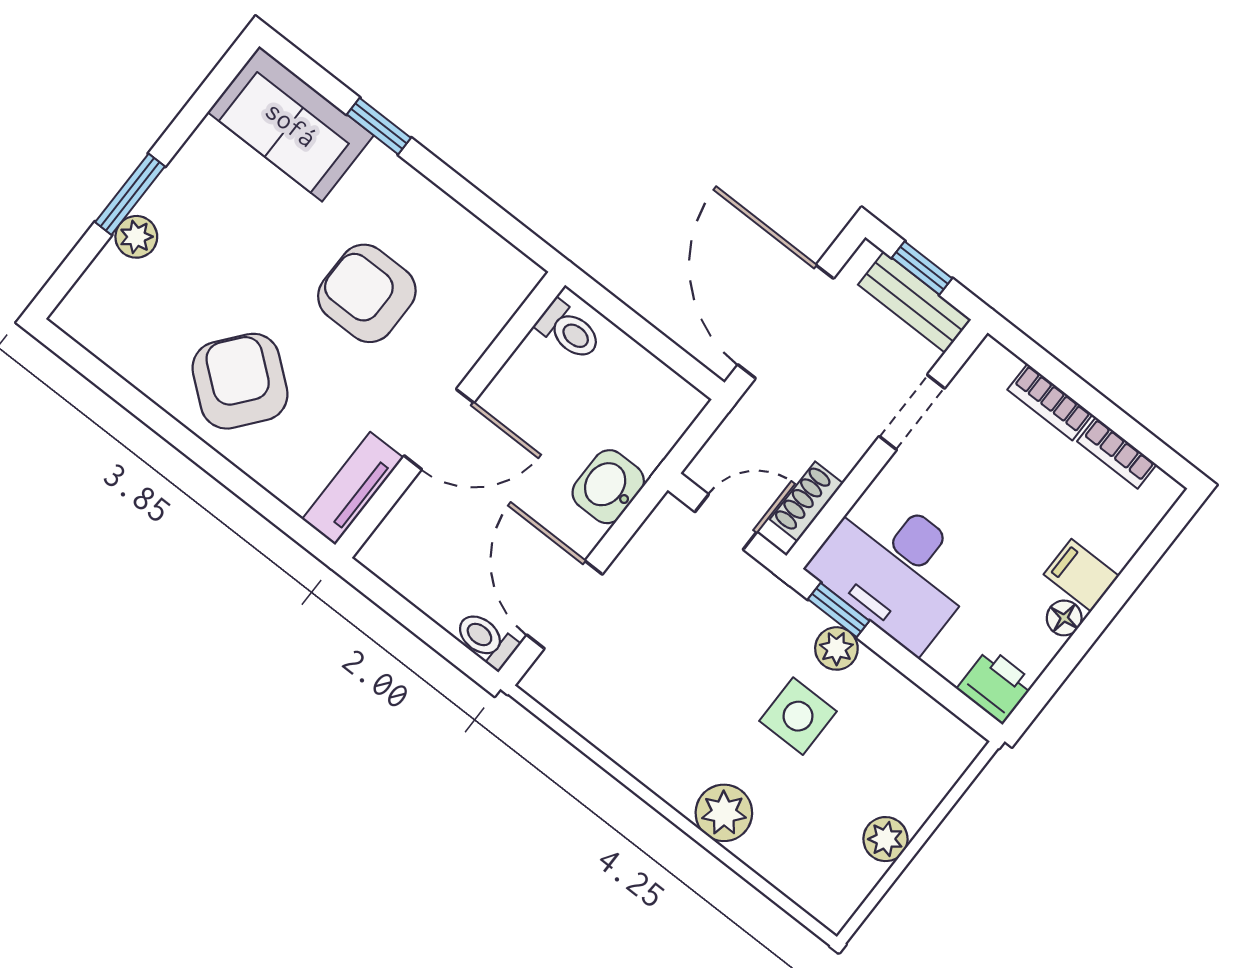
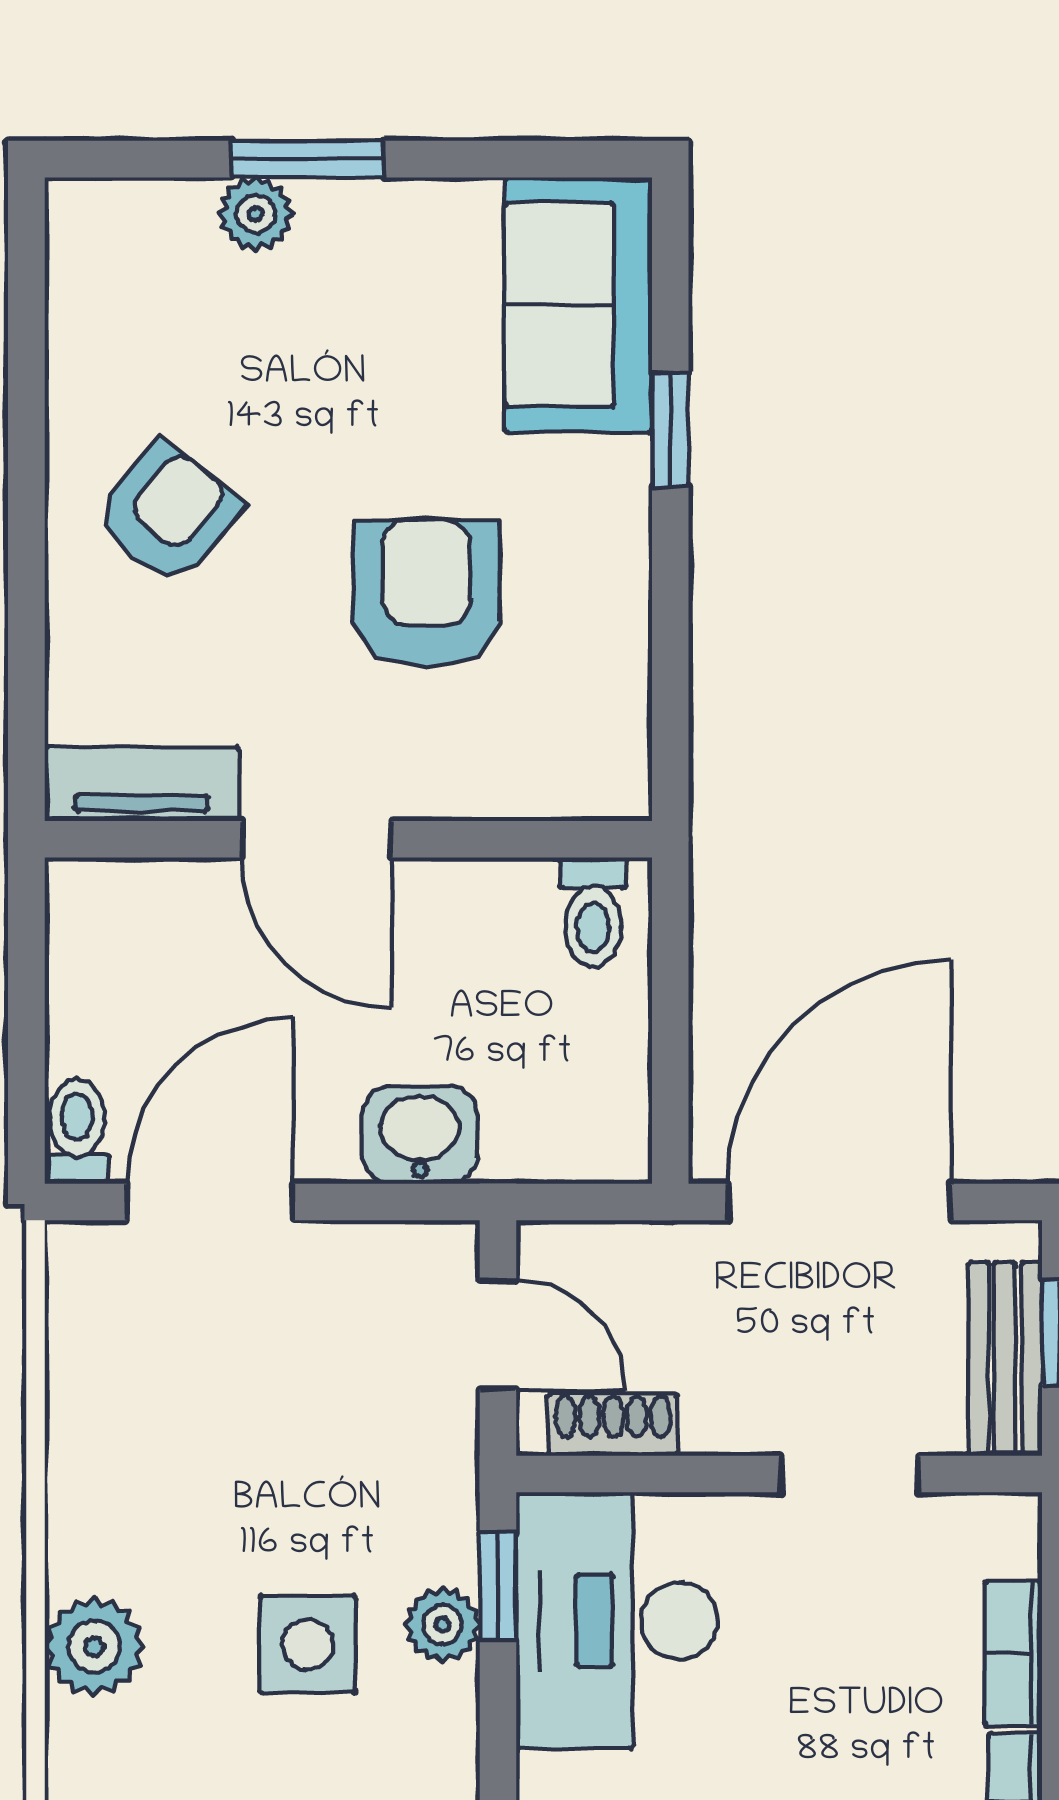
armchair: (240, 381) -> (168, 513), width x0.72, depth x0.72

